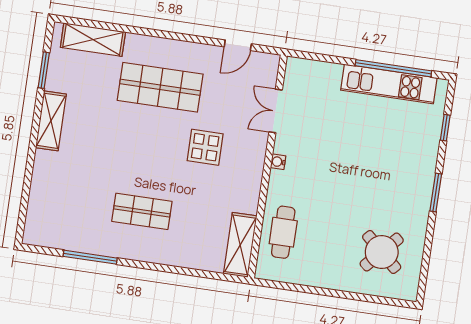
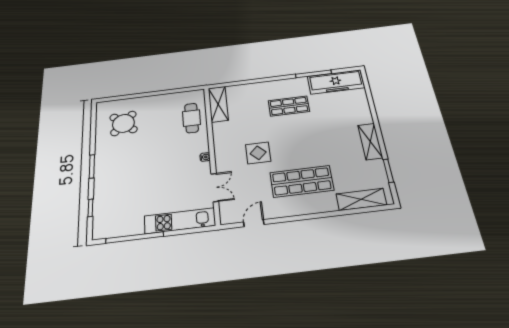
kitchen unit: (389, 84) -> (180, 221), moved
freezer: (63, 233) -> (336, 82), added

